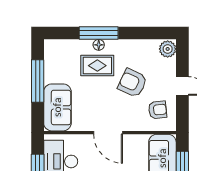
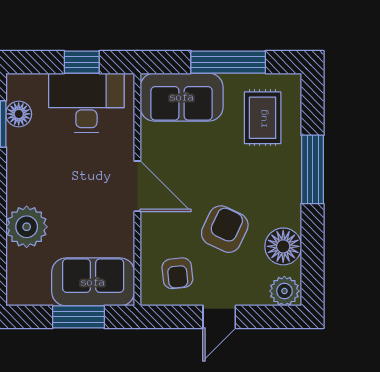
floor lamp: (99, 45) -> (283, 246), moved, width x1.89, depth x1.89
rug: (97, 66) -> (263, 118), moved
door: (108, 133) -> (137, 186), swing flipped

